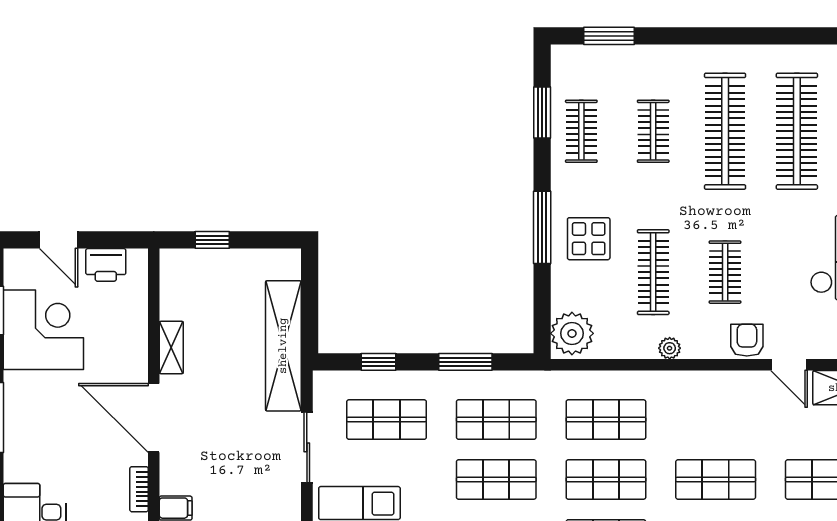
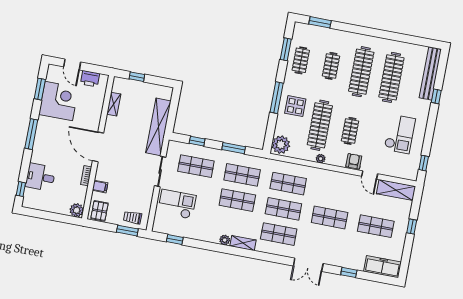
clothes rail: (653, 272) -> (320, 125), width x1.37, depth x1.31
shelving: (171, 348) -> (114, 104), moved

